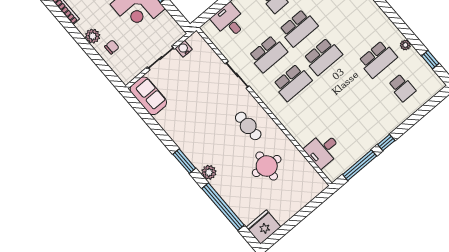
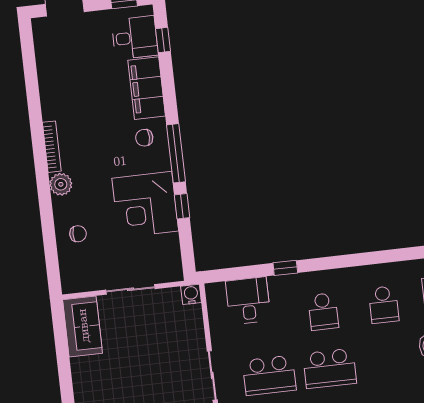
plant: (93, 36) -> (61, 184), moved
water cooler: (184, 49) -> (191, 294), moved

